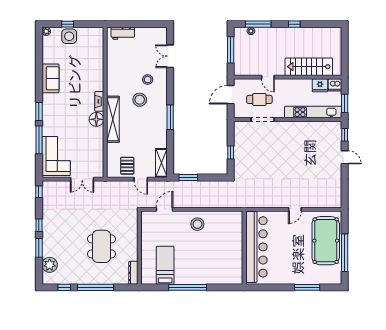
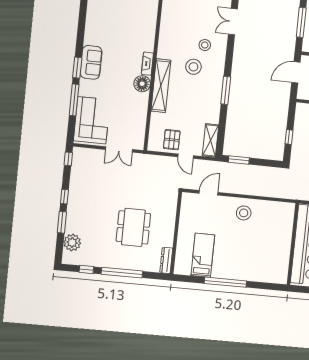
sofa: (50, 78) -> (91, 62), moved

